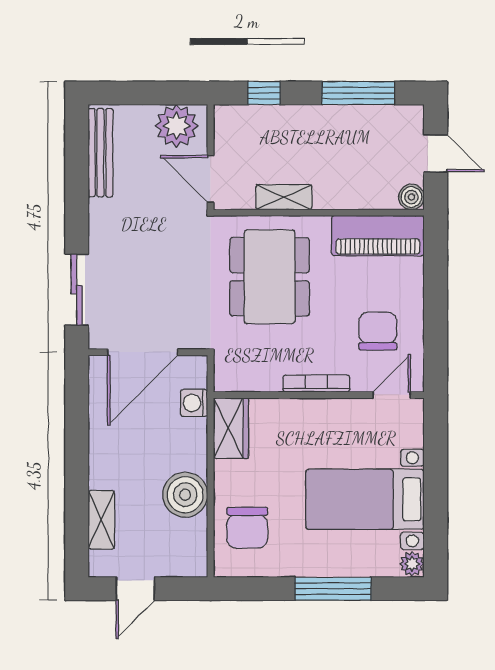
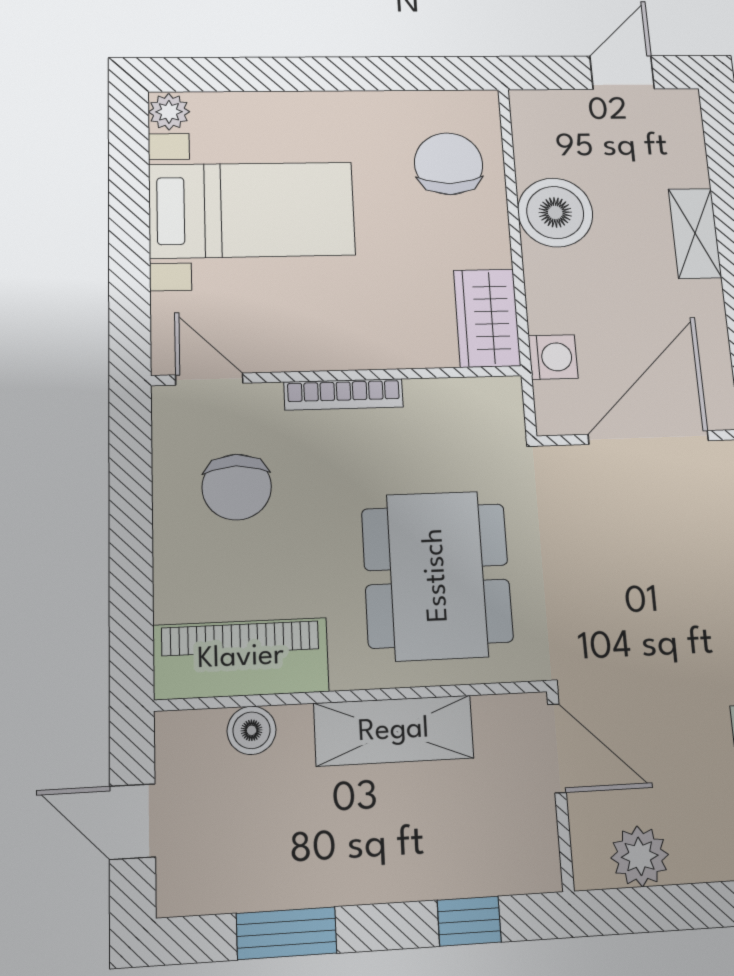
window: (358, 93) -> (286, 933), width x0.69
plant: (177, 126) -> (640, 856), width x0.73, depth x0.73
shelving: (284, 197) -> (394, 731), width x1.50, depth x1.33
boiler: (411, 197) -> (252, 730), moved
door: (392, 395) -> (209, 379), swing flipped
shelving: (101, 520) -> (695, 233), moved
window: (333, 589) -> (301, 74), removed

